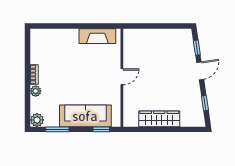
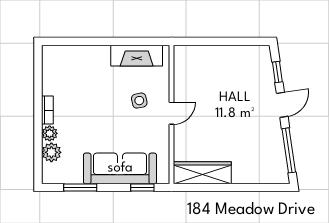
side table: (99, 68) -> (139, 101), added
window: (205, 103) -> (289, 150), width x2.17
wardrobe: (159, 119) -> (202, 173), moved
plant: (37, 120) -> (51, 152), moved

